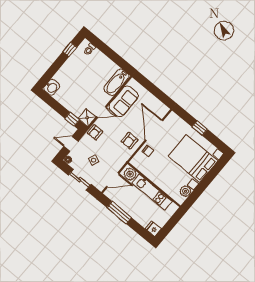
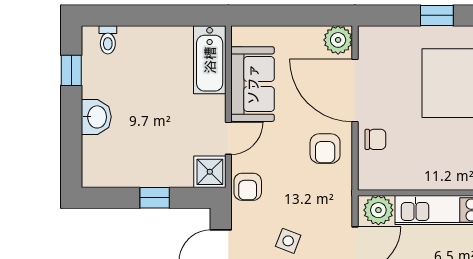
washbasin: (52, 87) -> (96, 117), moved
plant: (162, 110) -> (338, 40), added
window: (72, 119) -> (155, 198), moved

